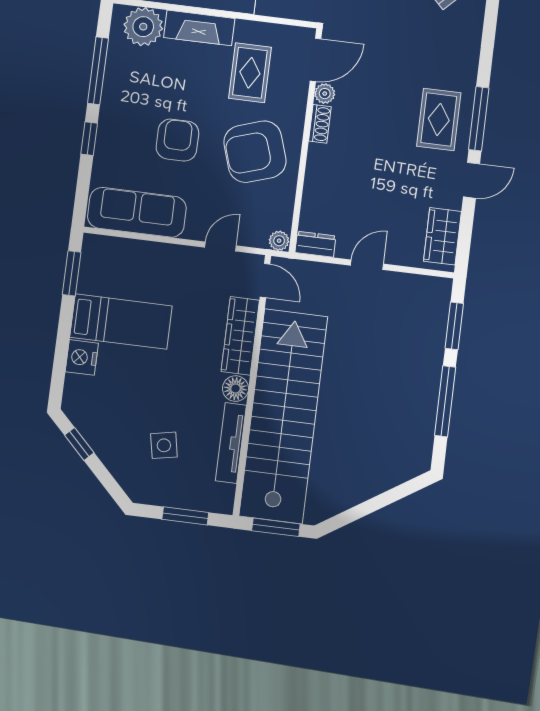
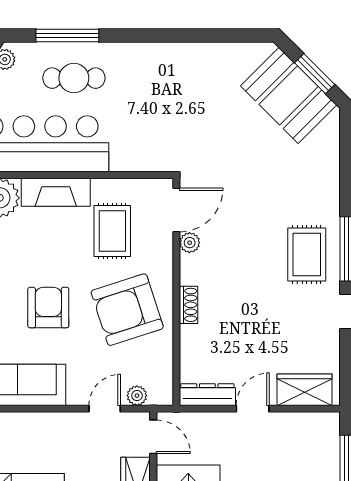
shoe rack: (320, 124) -> (189, 305), moved
wardrobe: (442, 236) -> (304, 390), moved, turned 90
plant: (279, 241) -> (137, 396), moved
dresser: (315, 244) -> (207, 395), width x1.44

